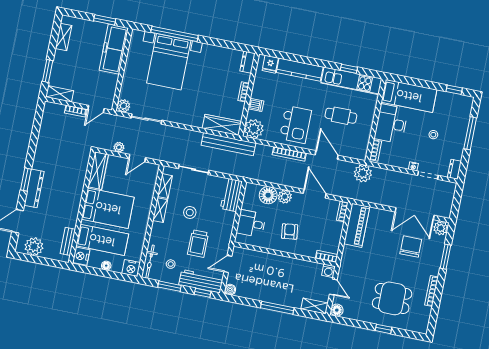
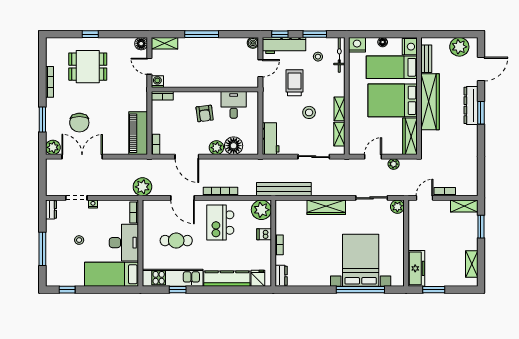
freezer: (114, 49) -> (416, 268), width x0.73, depth x0.79
wardrobe: (222, 125) -> (326, 207), moved
wardrobe: (72, 200) -> (430, 102), added
desk: (251, 224) -> (234, 105), moved, turned -90

